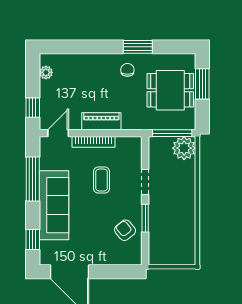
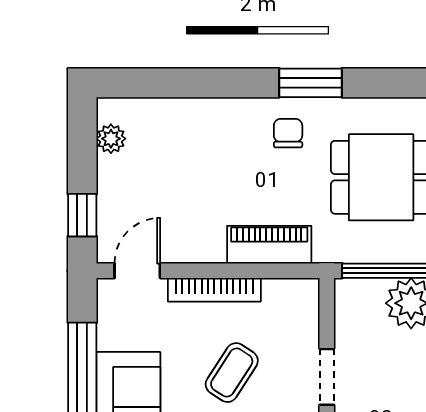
piano: (101, 121) -> (269, 245), moved
coffee table: (102, 180) -> (232, 373), turned 33

